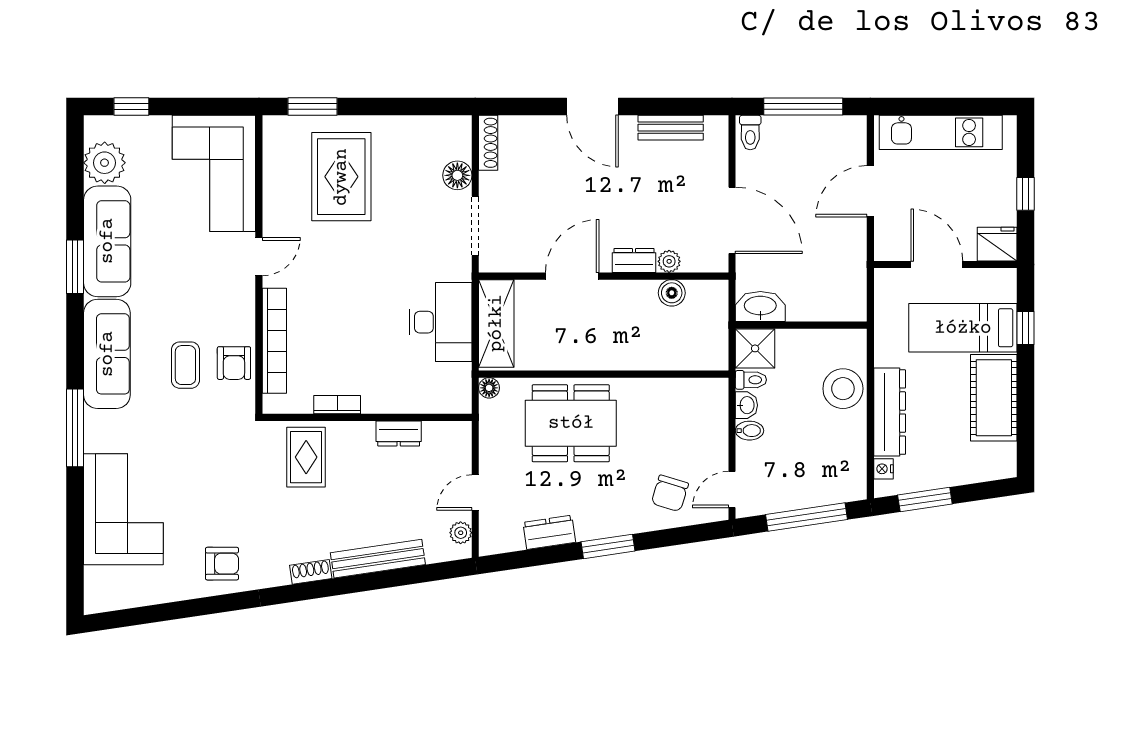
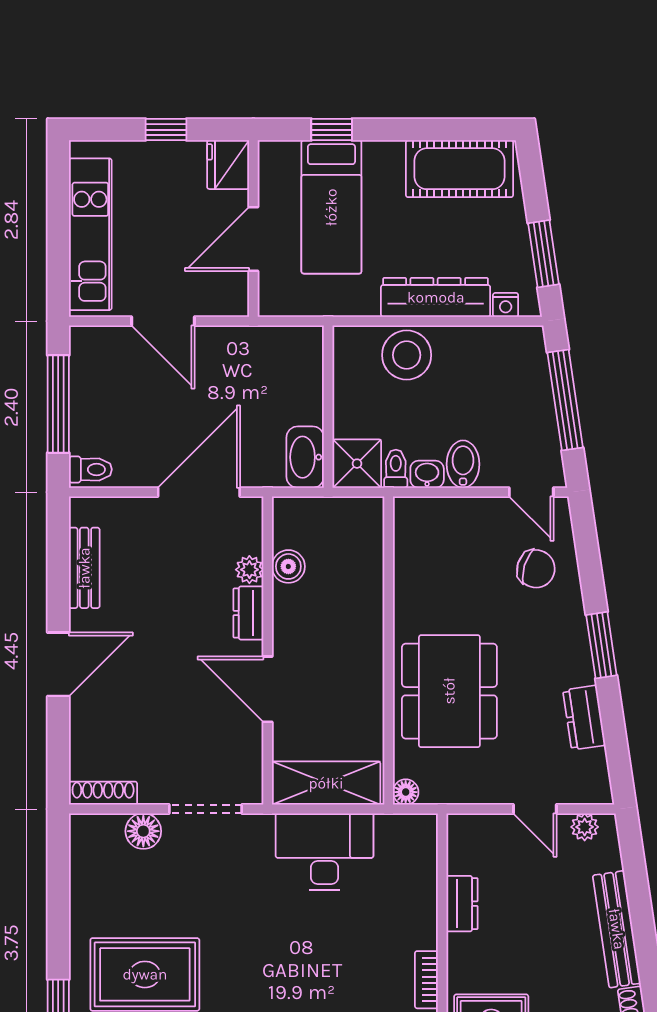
cot: (994, 398) -> (460, 169), moved
bidet: (750, 431) -> (463, 464), width x1.38, depth x1.36

